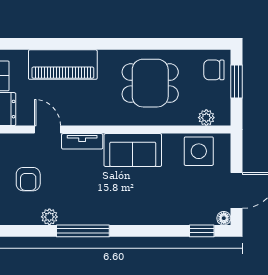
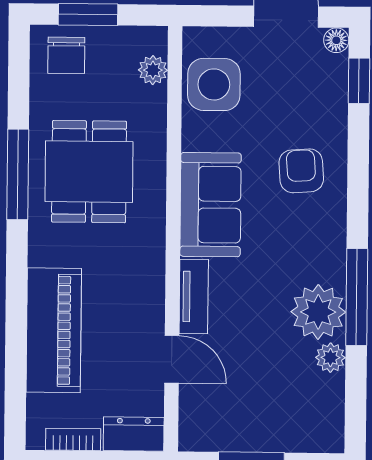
window: (148, 44) -> (18, 174), added
door: (48, 130) -> (172, 359), swing flipped
armchair: (28, 179) -> (301, 171), moved, turned -94
plant: (74, 210) -> (318, 312), added

